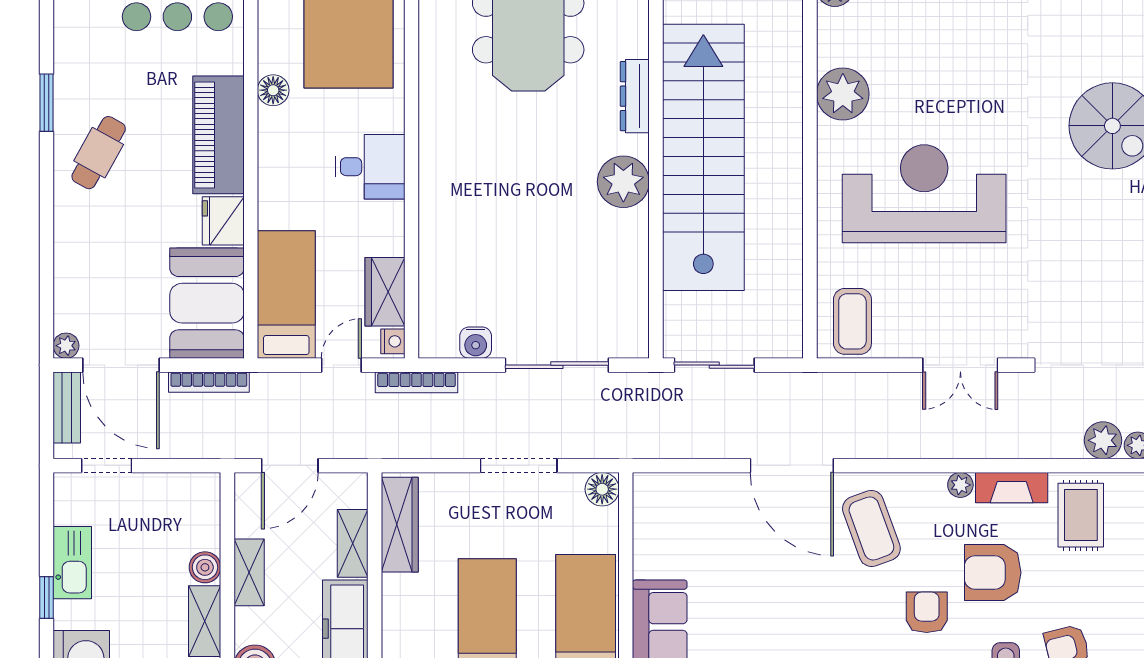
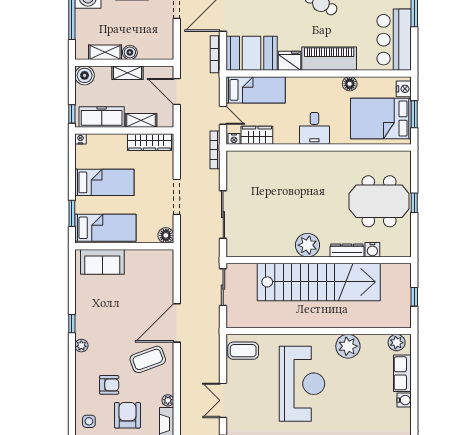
water cooler: (476, 343) -> (372, 250), moved, turned -90

